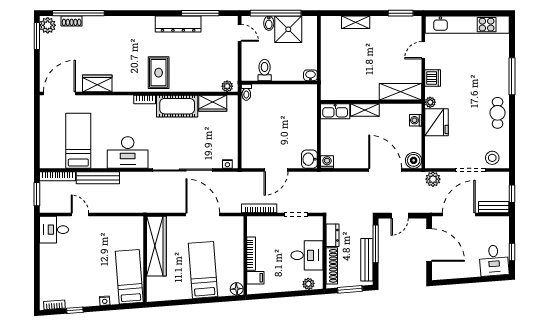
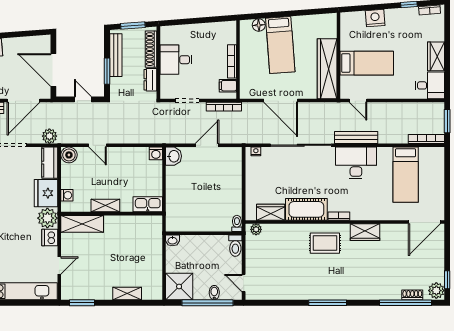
window: (200, 13) -> (328, 303), moved
dresser: (178, 24) -> (305, 292), removed
shower: (288, 29) -> (179, 287), moved
window: (37, 36) -> (447, 280), width x0.67
toilet: (265, 70) -> (235, 246), moved
rug: (159, 73) -> (325, 243), turned 90
wardrobe: (97, 83) -> (365, 232), moved
plant: (430, 102) -> (47, 218), width x1.88, depth x1.88
shelving: (365, 110) -> (105, 206), moved
kitchen counter: (433, 153) -> (50, 163), added
door: (385, 170) -> (97, 145), width x0.53
bench: (98, 178) -> (356, 138), moved
door: (80, 215) -> (358, 101), moved
door: (400, 216) -> (83, 99), hinge flipped
window: (376, 244) -> (107, 71), width x0.69
wardrobe: (48, 259) -> (436, 56), added
bed: (129, 277) -> (367, 63), moved, turned -86
filing cabinet: (255, 278) -> (228, 86), moved
plant: (308, 284) -> (174, 31), removed
floor lamp: (237, 289) -> (259, 25), moved
nightstand: (105, 301) -> (375, 18), width x1.89, depth x1.79

